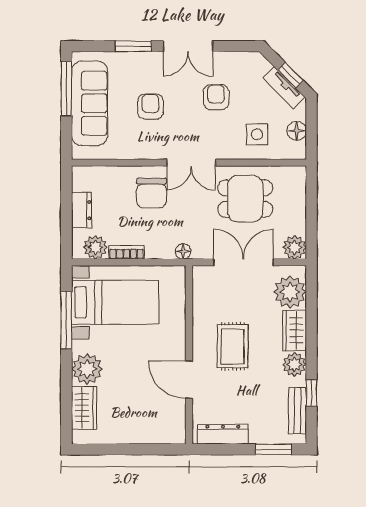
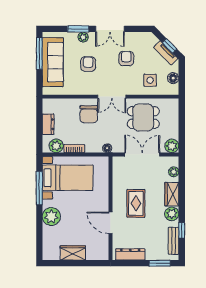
plant: (142, 60) -> (83, 37), added
plant: (290, 292) -> (174, 172), width x0.53, depth x0.53
wardrobe: (84, 408) -> (73, 253), moved, turned -90

